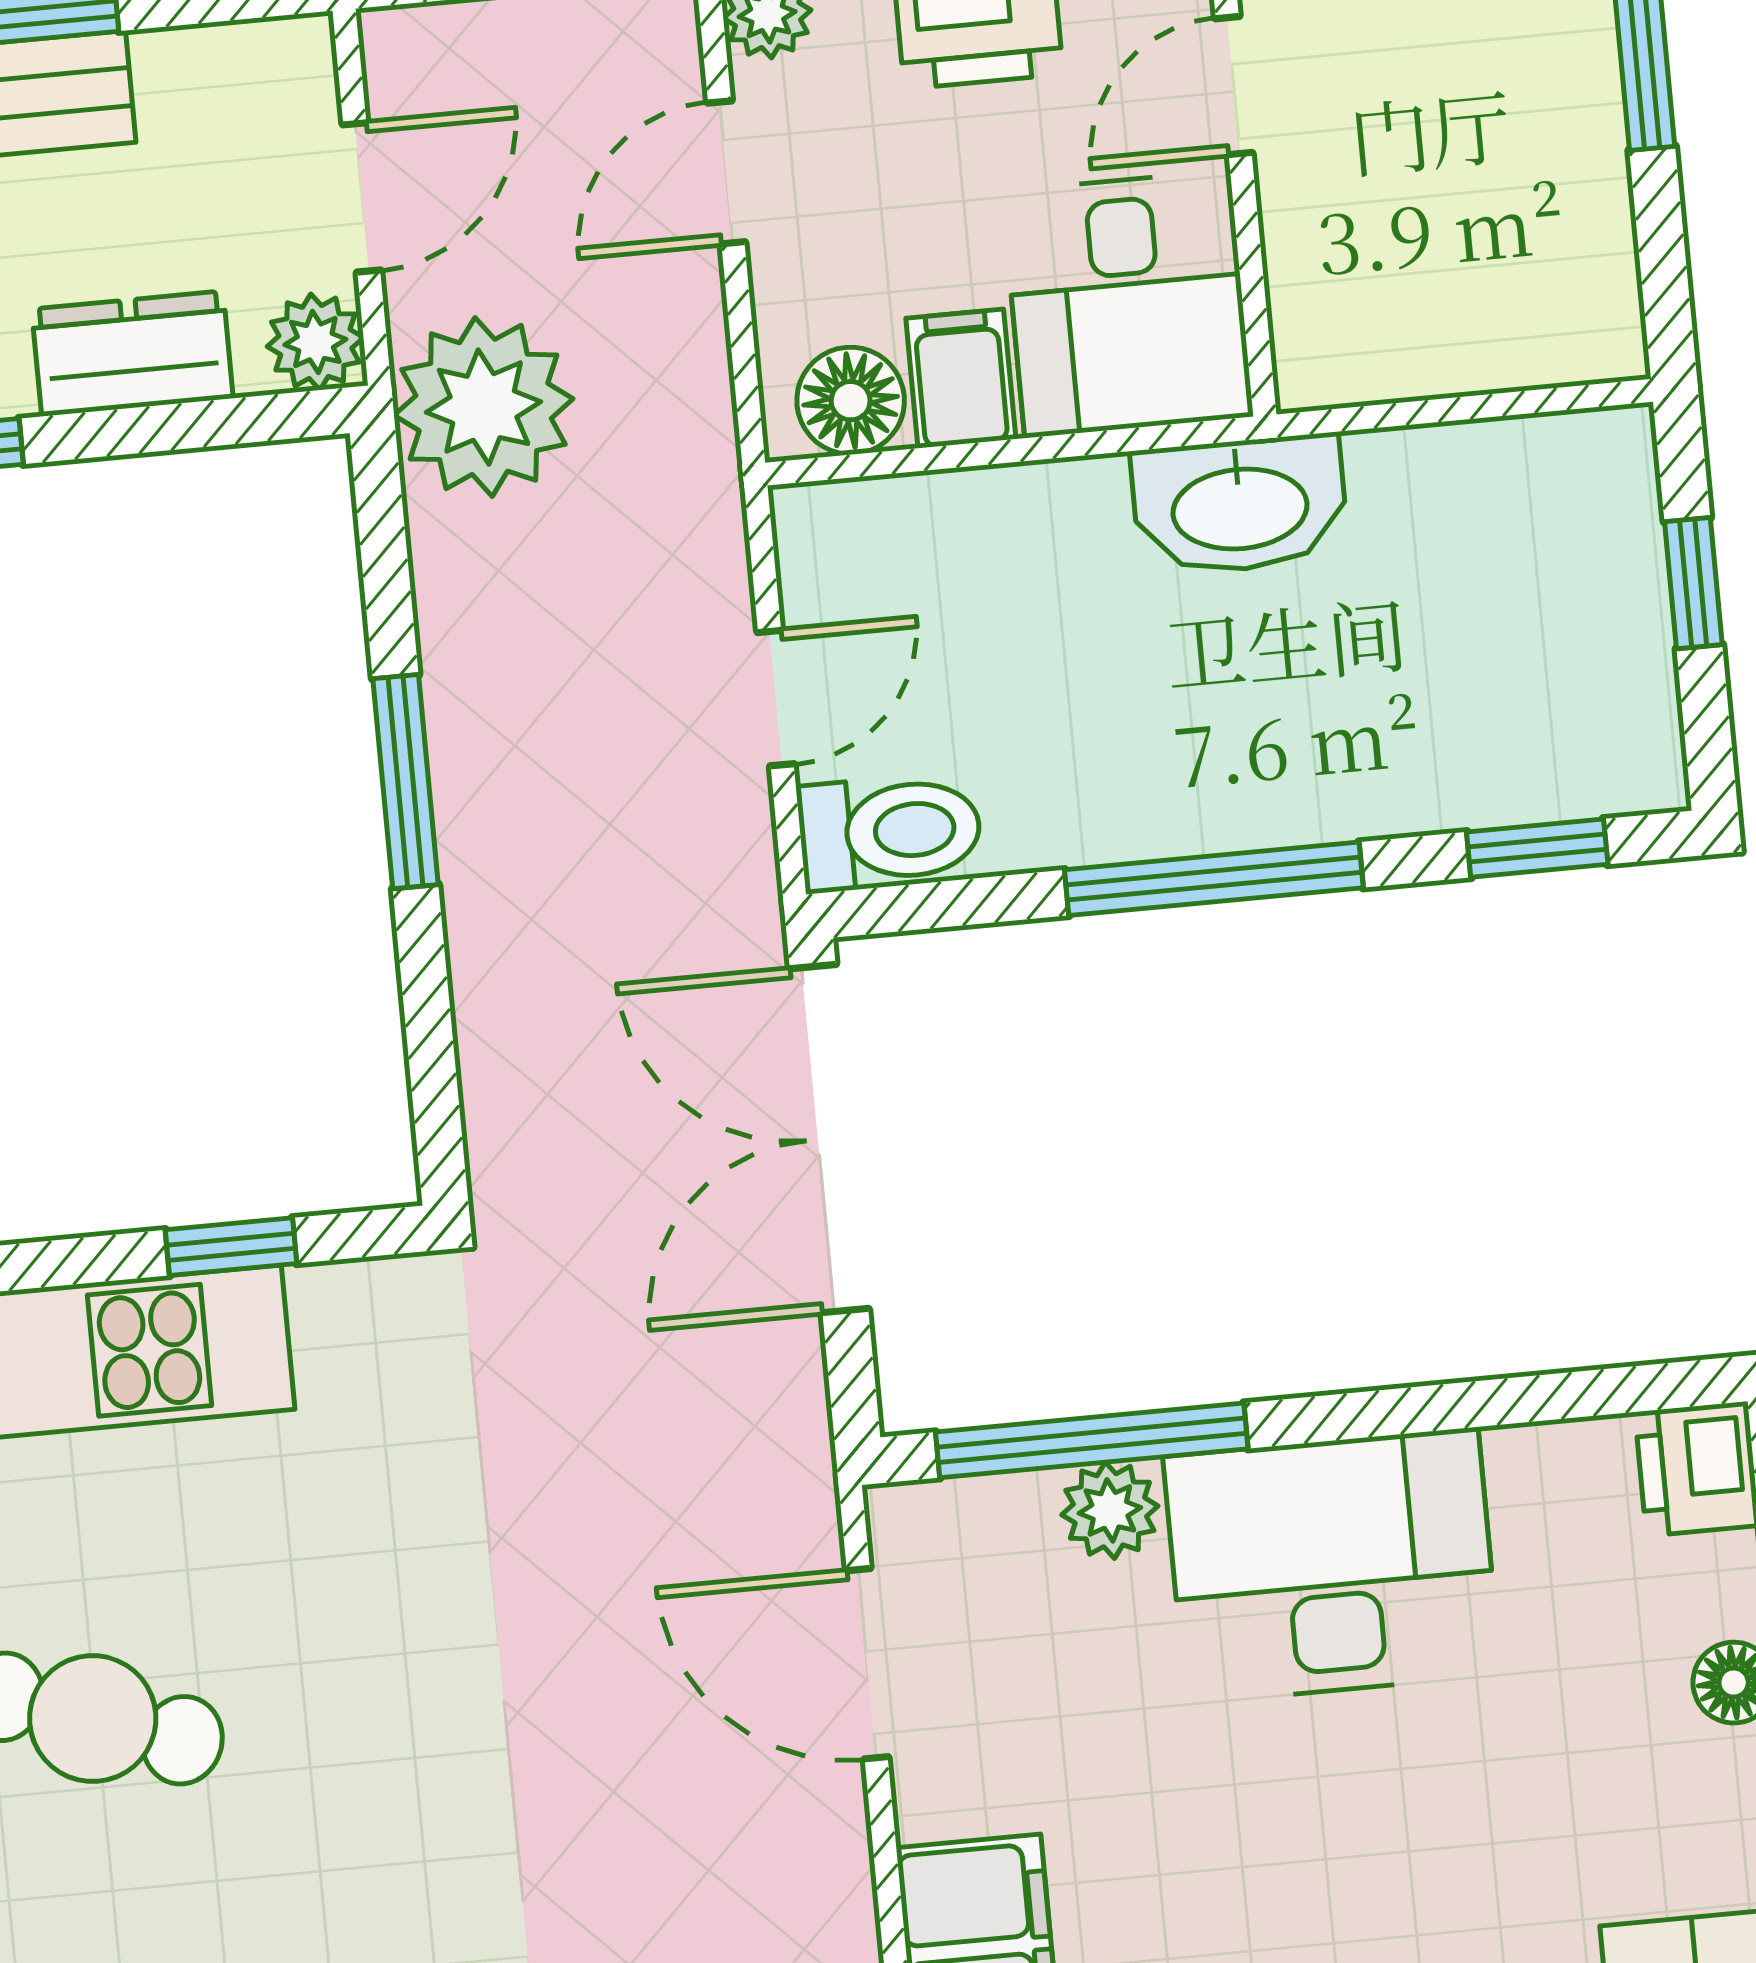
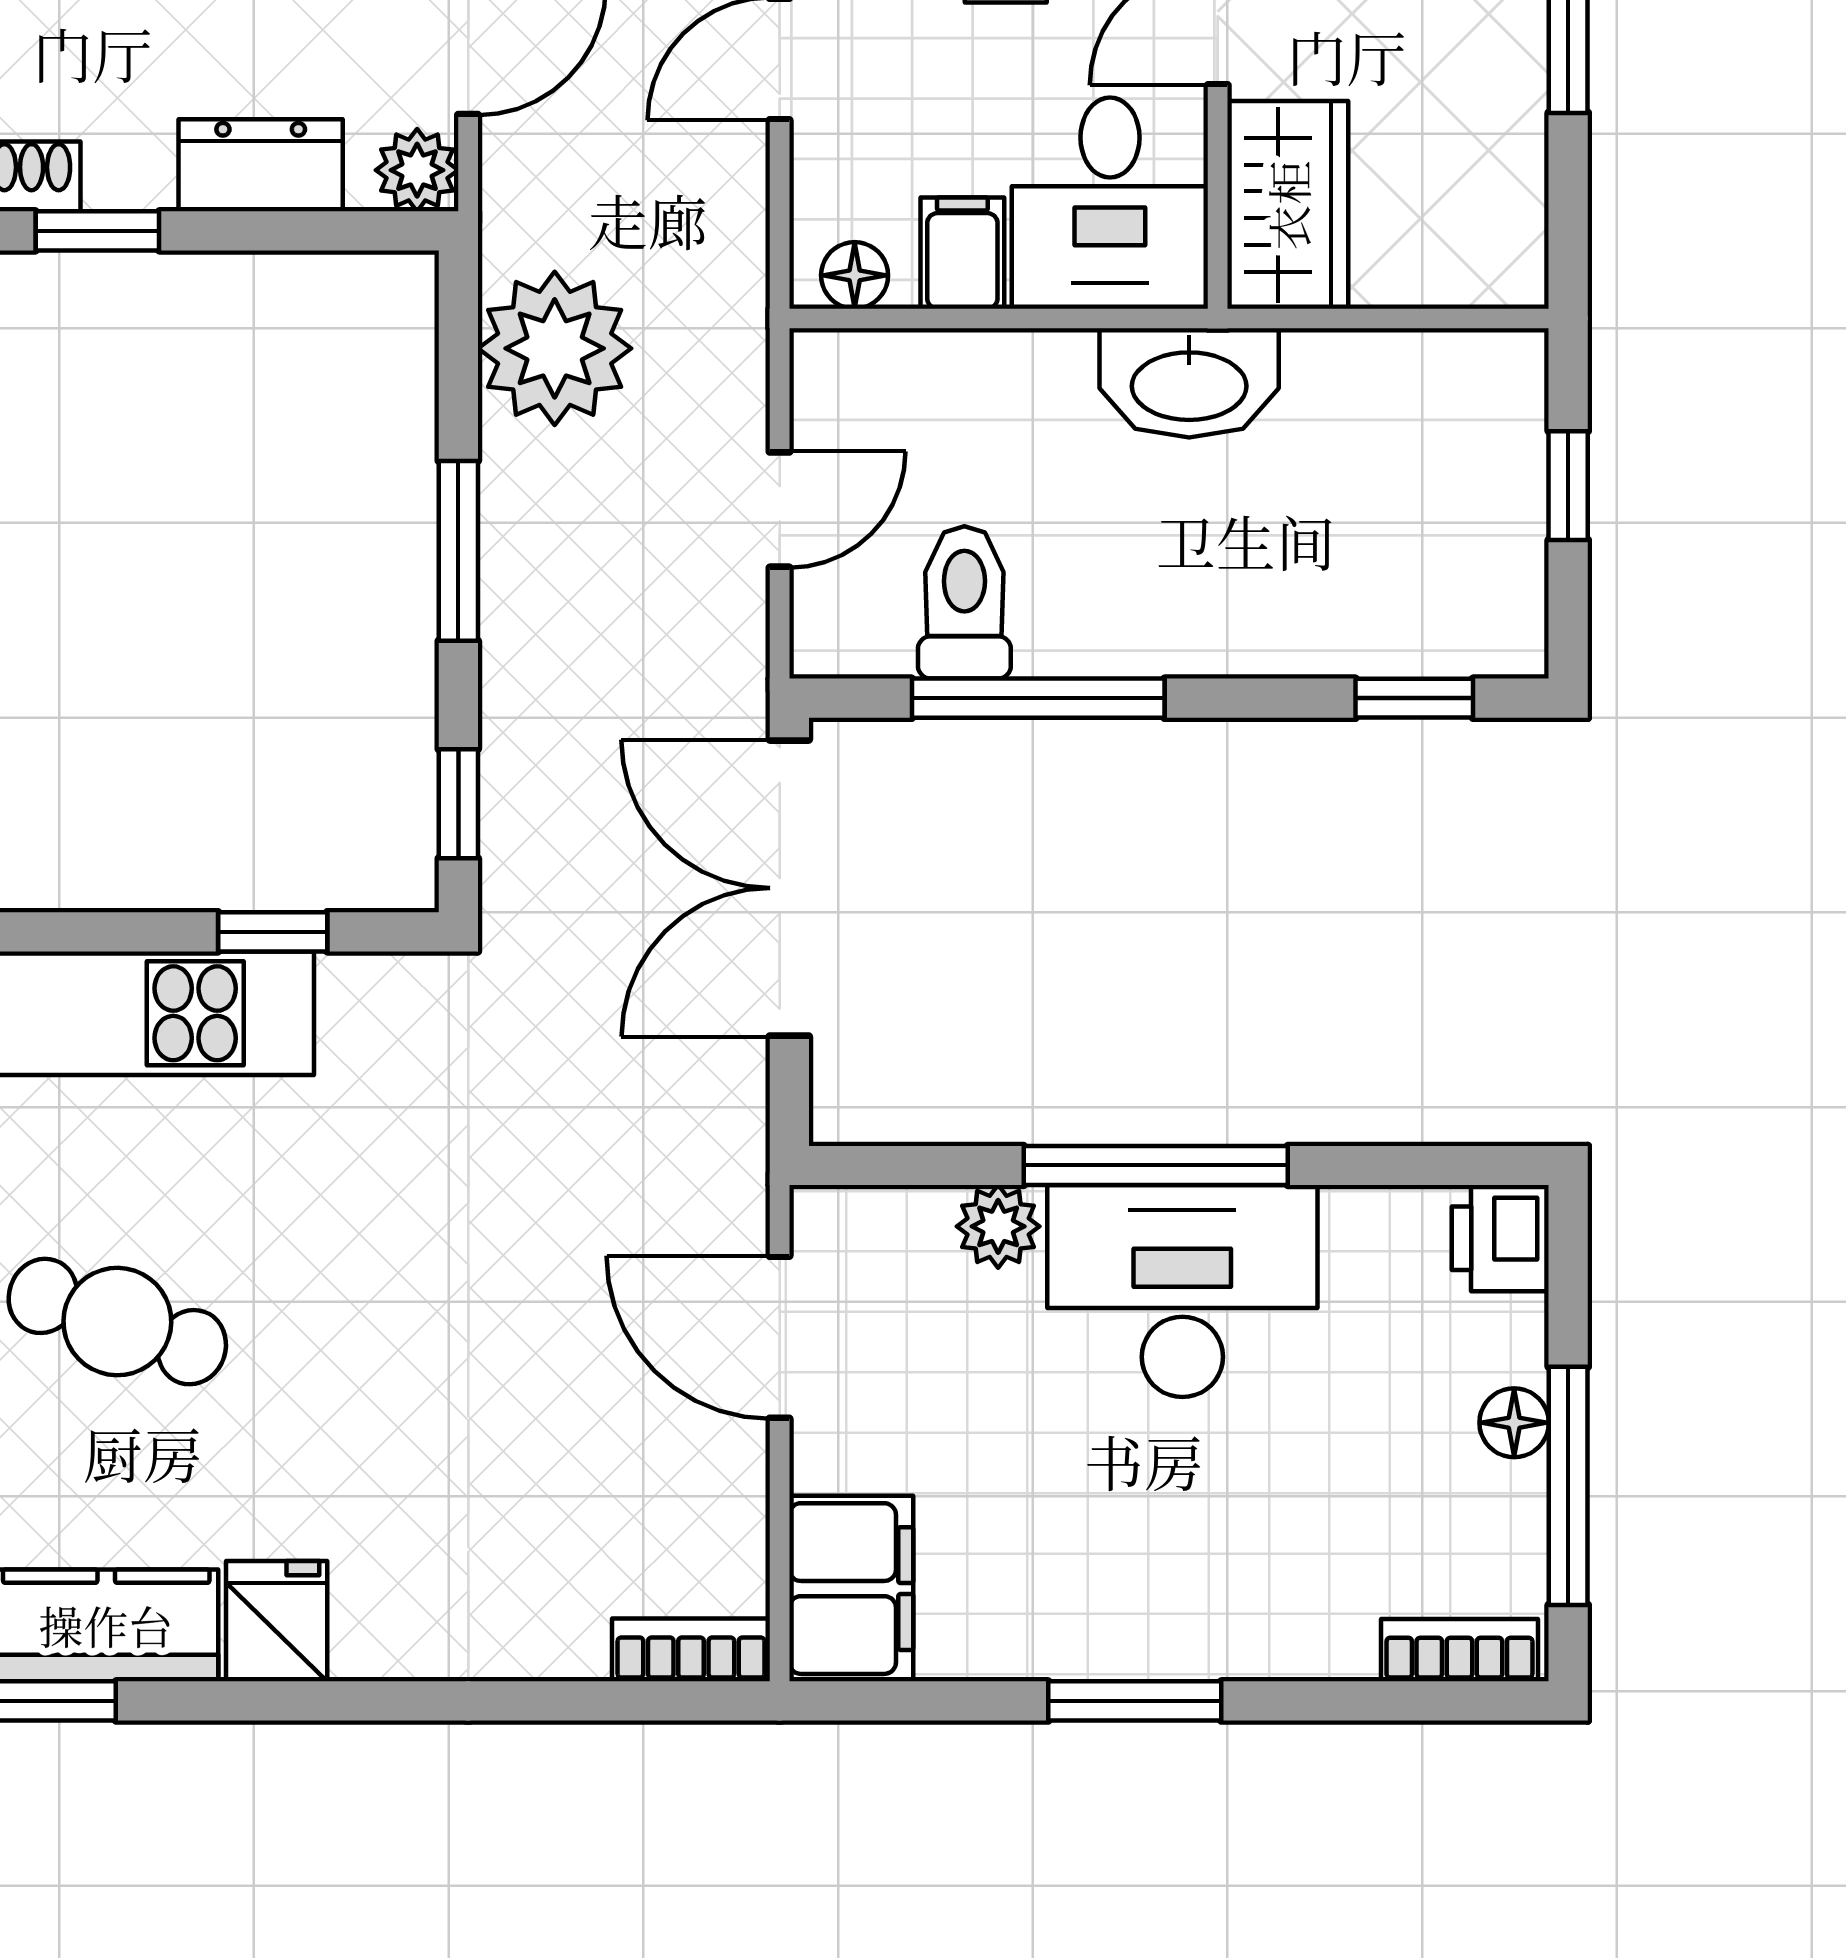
wardrobe: (1335, 286) -> (1288, 205), added
floor lamp: (851, 401) -> (855, 275), width x0.73, depth x0.73
plant: (484, 407) -> (555, 348), moved
toilet: (890, 832) -> (964, 602), moved, turned -90
window: (1214, 879) -> (1038, 698), moved
window: (433, 1077) -> (458, 804), added
window: (1092, 1440) -> (1156, 1165), moved

